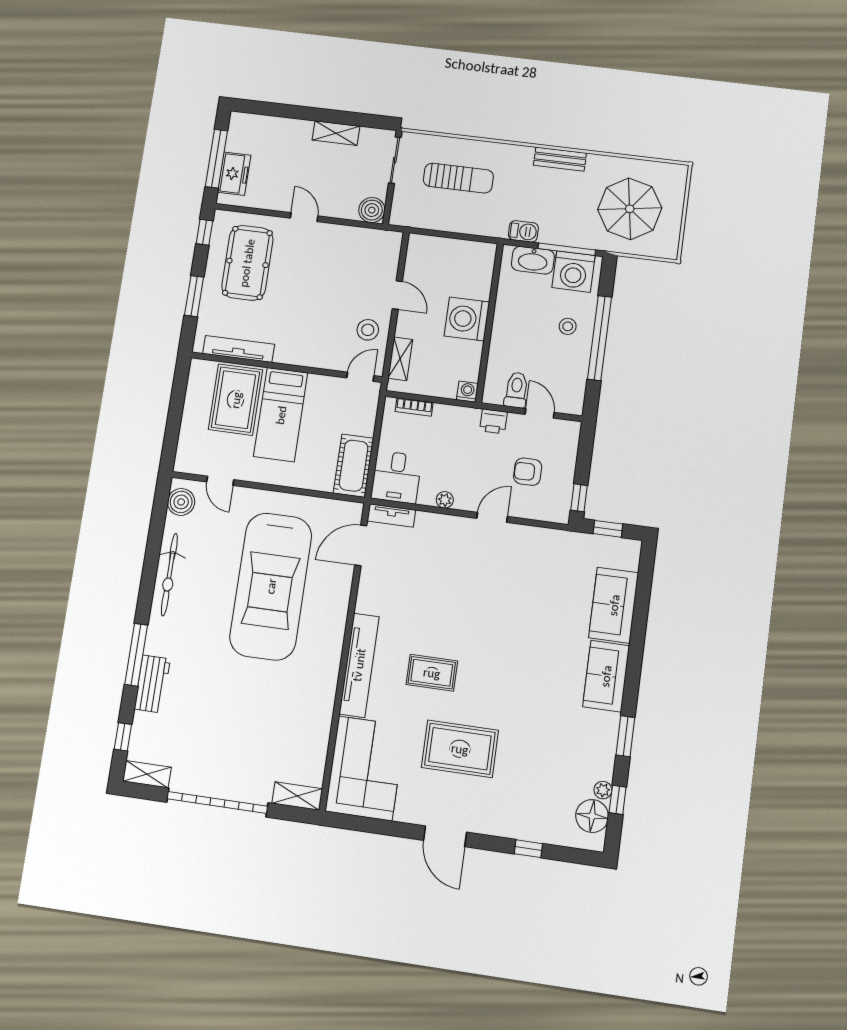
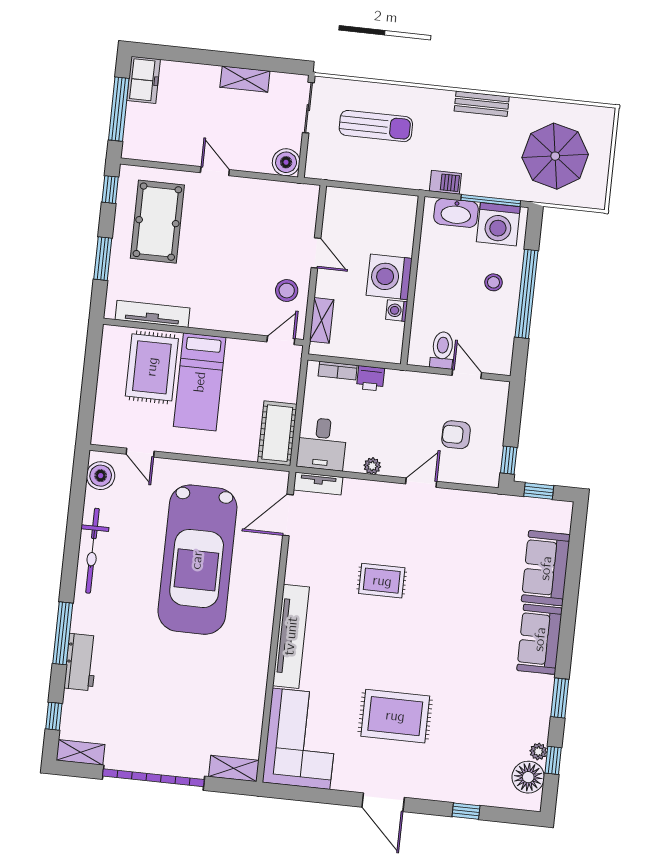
freezer: (234, 174) -> (143, 80), moved
washing machine: (467, 392) -> (397, 311), moved, turned -90
printer: (493, 421) -> (371, 378), moved
rug: (432, 673) -> (382, 581), moved

